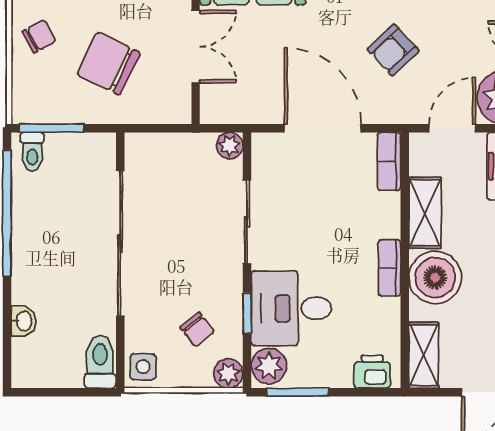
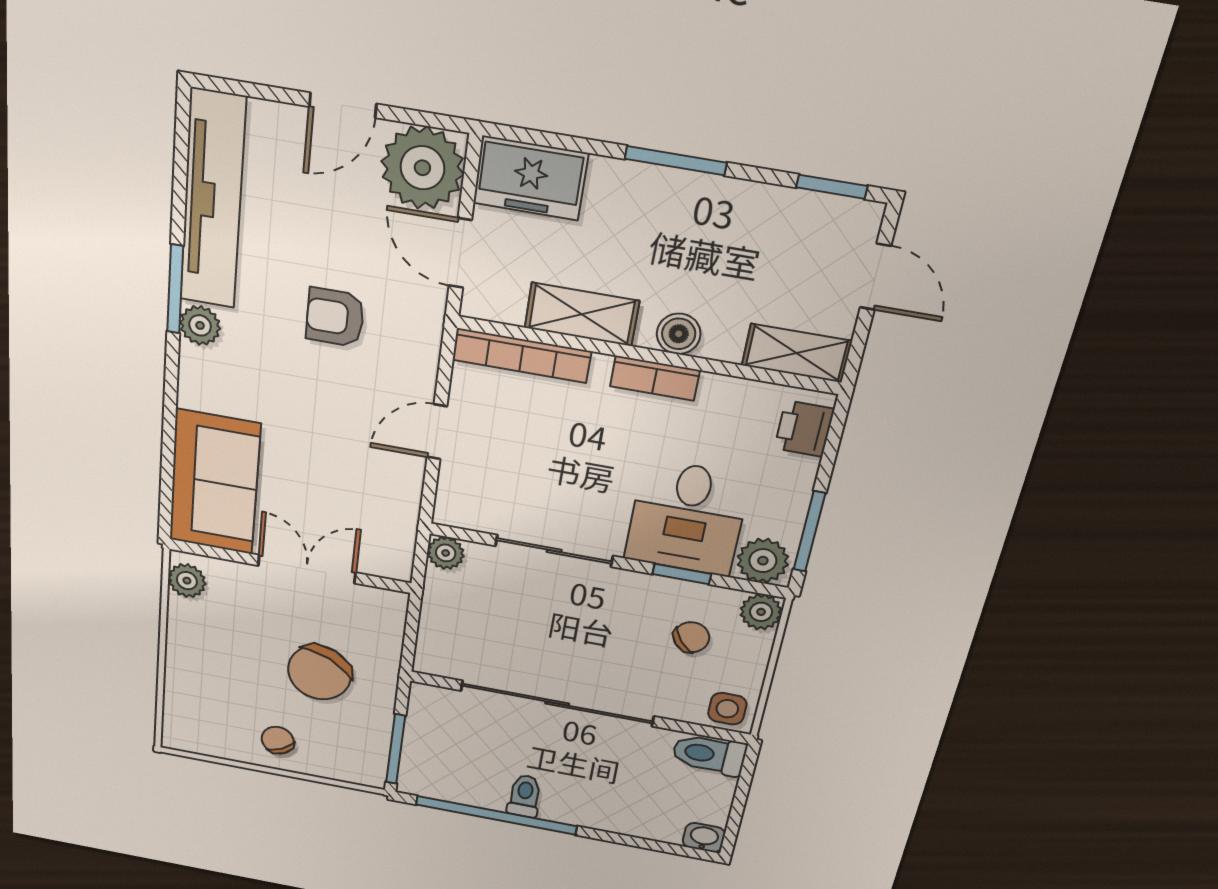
armchair: (393, 50) -> (335, 317), turned 133
door: (323, 128) -> (437, 432), width x0.53
toilet: (32, 152) -> (524, 796), moved, turned -90
bookcase: (389, 161) -> (522, 356), width x1.56
boiler: (435, 278) -> (679, 334), width x0.54, depth x0.54
washbasin: (23, 321) -> (704, 838), moved

